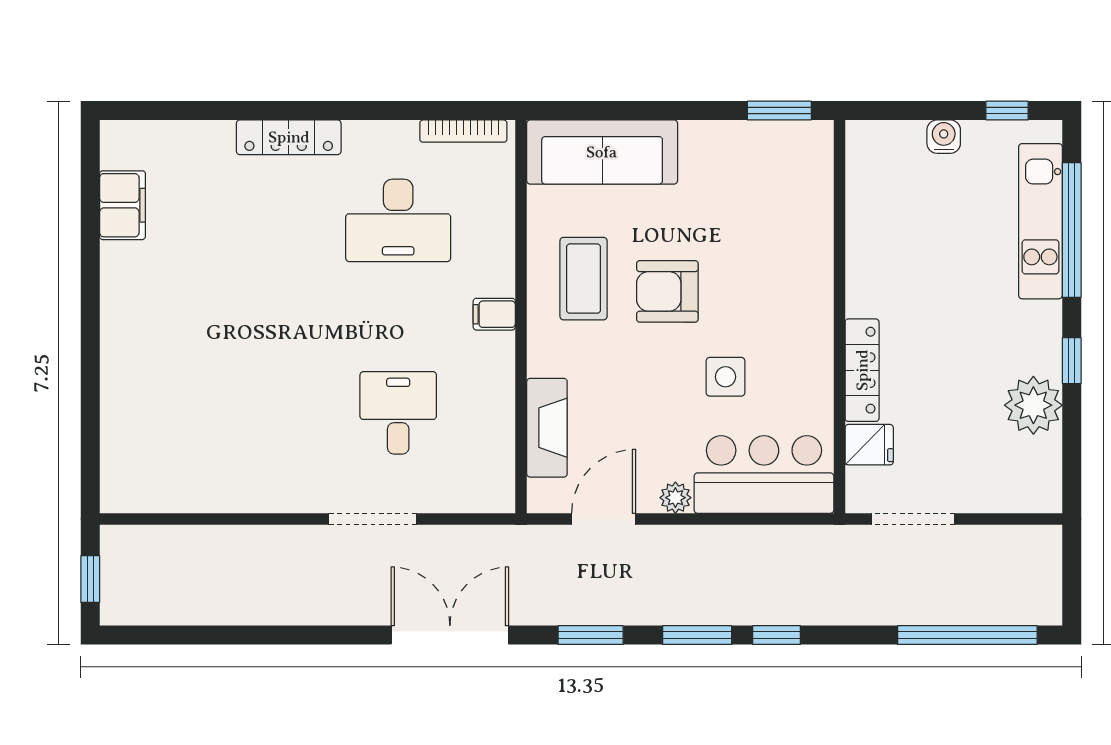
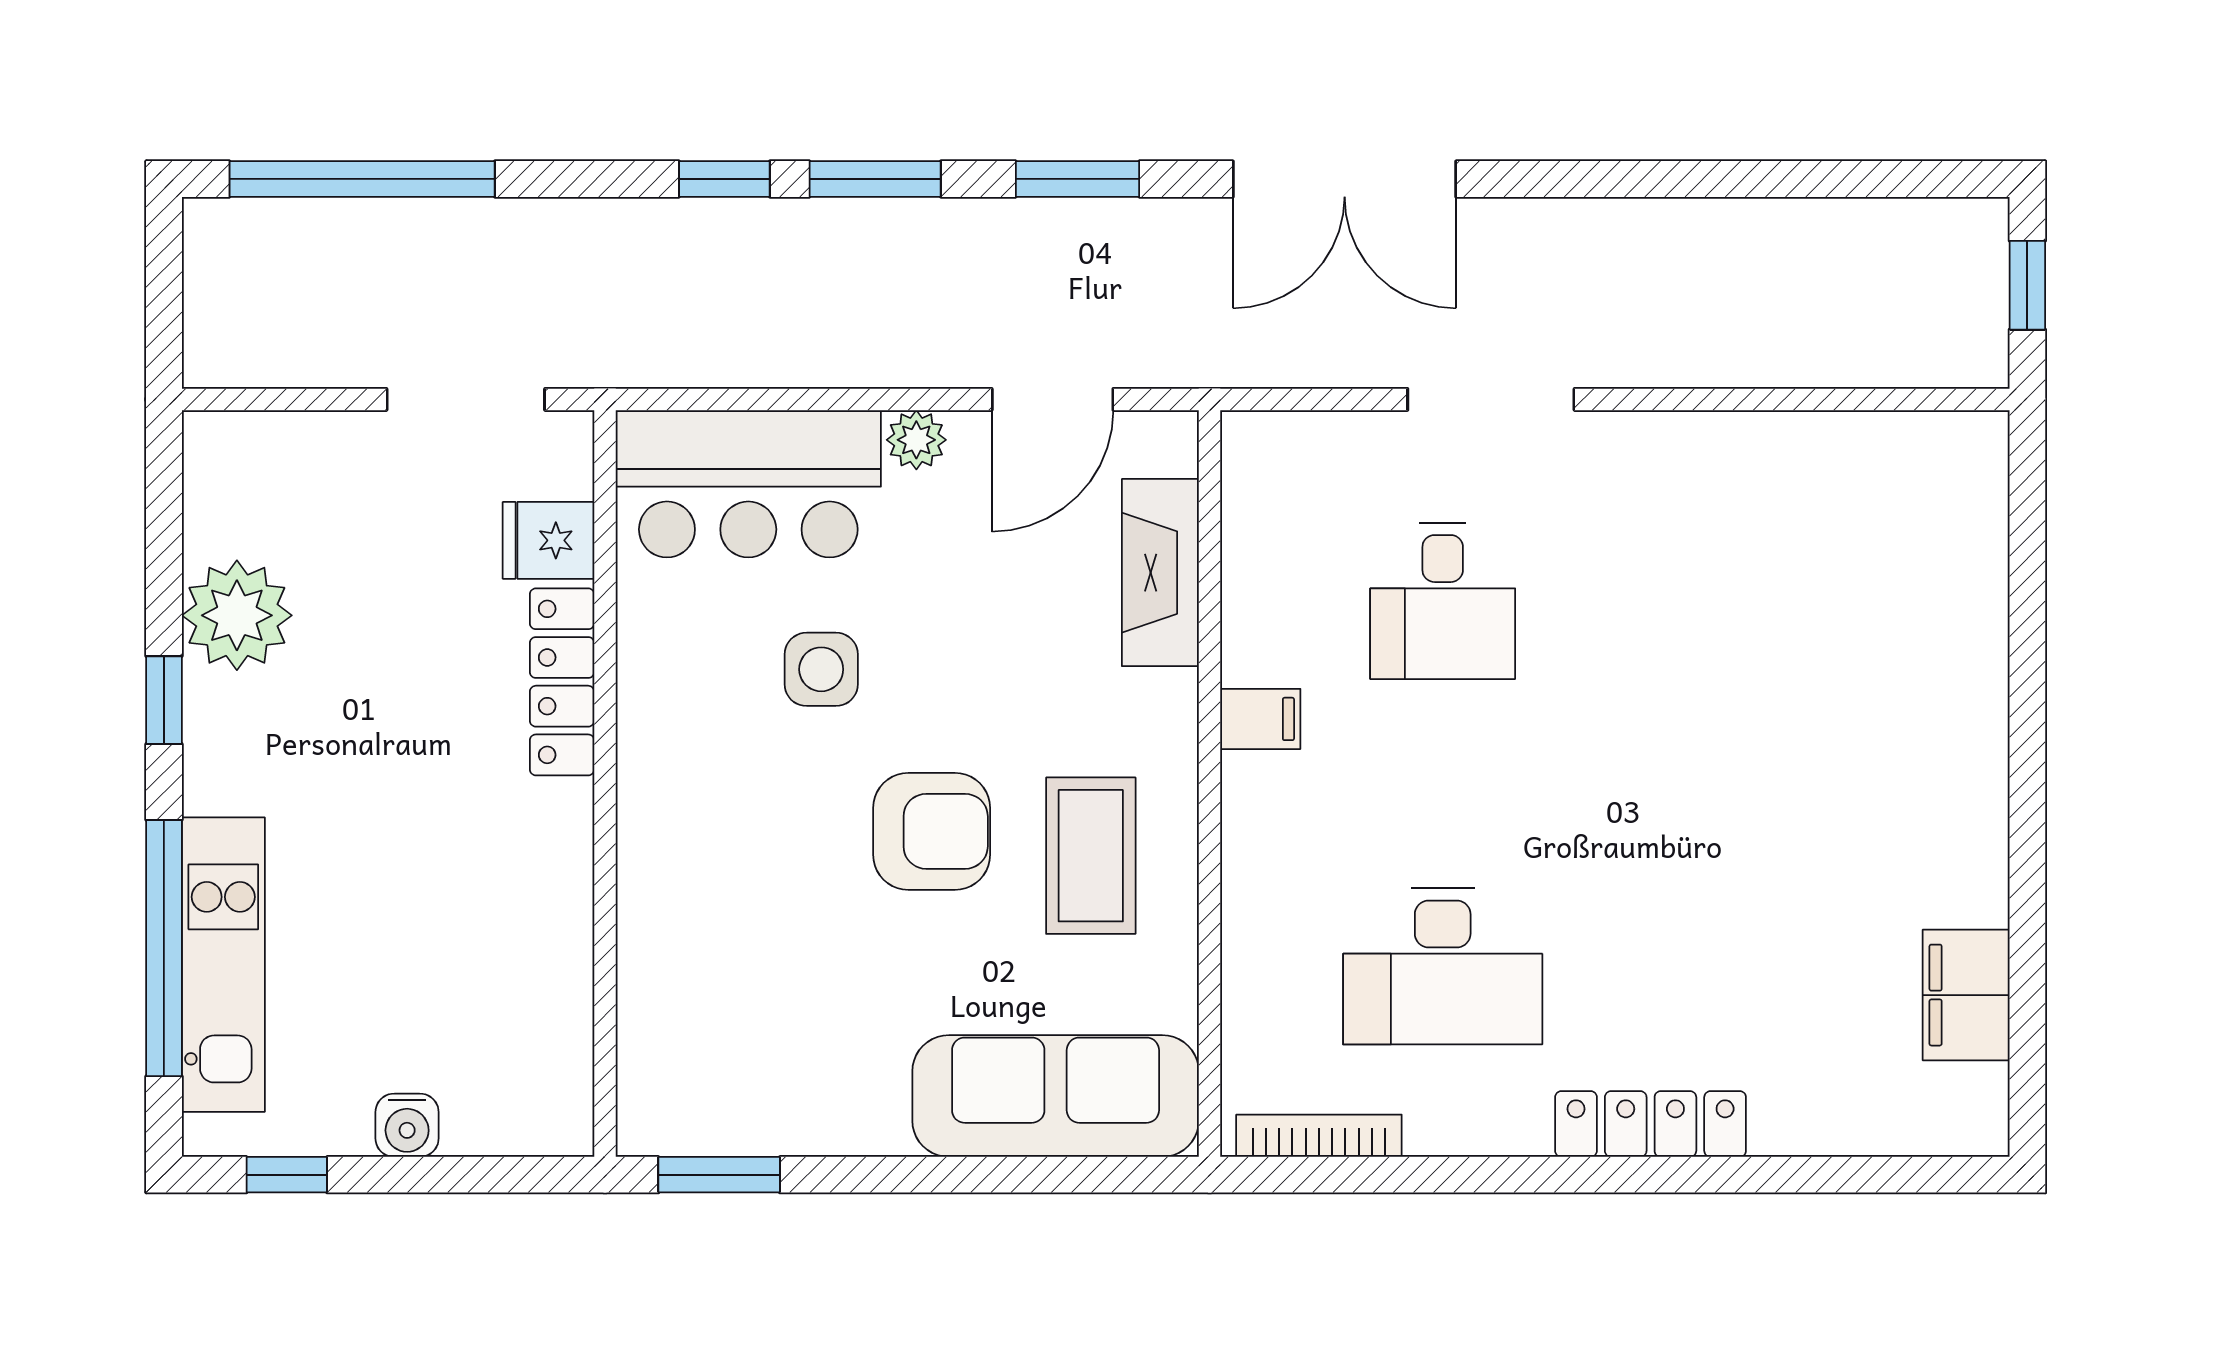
desk: (398, 220) -> (1443, 966), turned 180
filing cabinet: (494, 314) -> (1260, 719), moved

